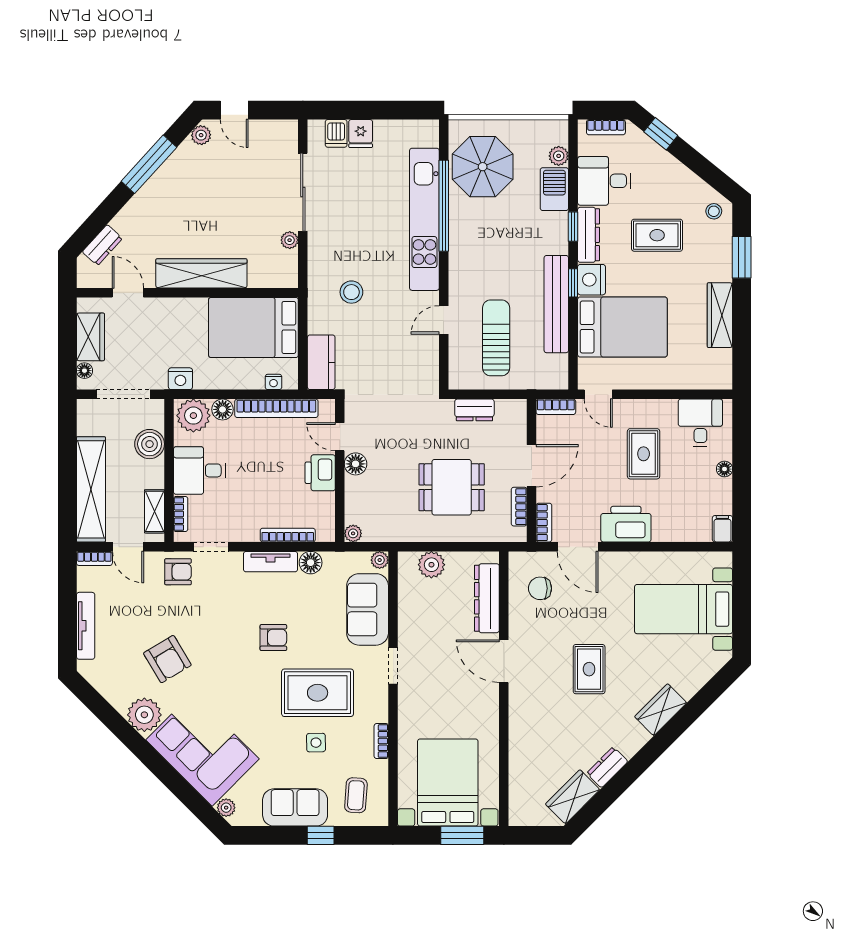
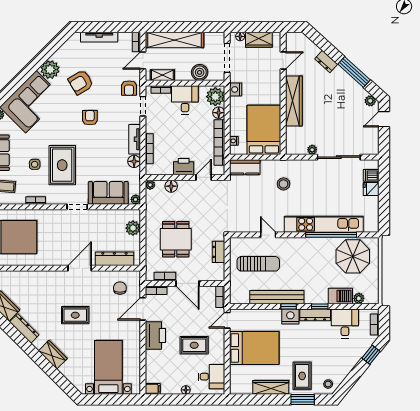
rug: (657, 235) -> (302, 376), moved
dresser: (102, 245) -> (326, 62), moved
bed: (622, 327) -> (254, 348), moved, turned -90
floor lamp: (356, 464) -> (171, 186), moved
armchair: (273, 638) -> (90, 118), moved, turned 180
dresser: (607, 767) -> (24, 328), width x1.44

